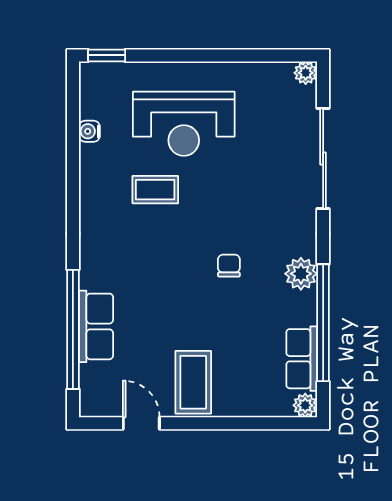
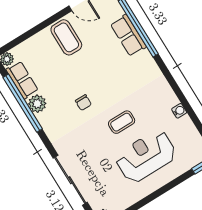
water cooler: (89, 131) -> (179, 111), moved
coffee table: (155, 190) -> (122, 122), moved
plant: (301, 274) -> (37, 104), moved

